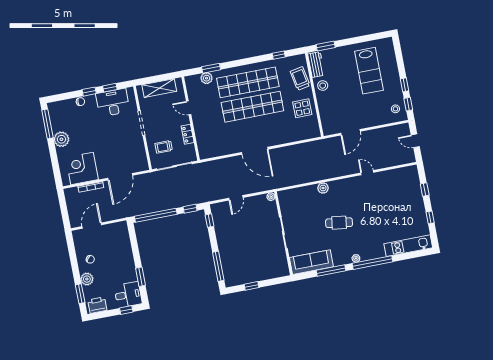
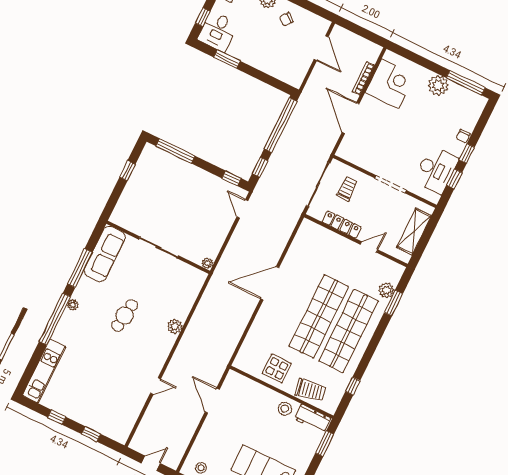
locker: (188, 134) -> (342, 225), width x1.53
door: (236, 198) -> (242, 209), moved

